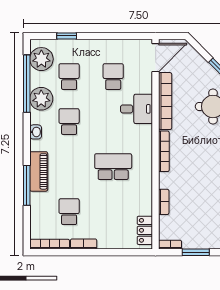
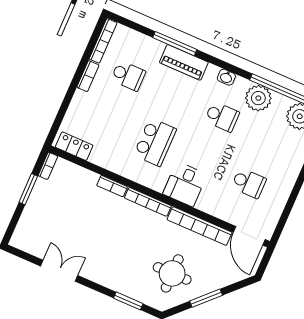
school desk: (69, 77) -> (269, 137), removed
desk: (137, 109) -> (185, 184), moved
bookcase: (164, 202) -> (112, 186), moved

